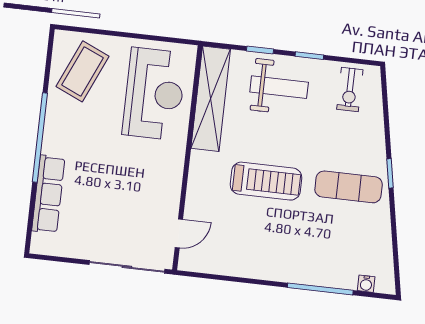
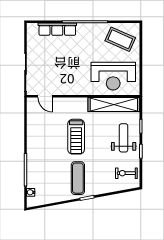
weight bench: (279, 87) -> (124, 138), turned 180

